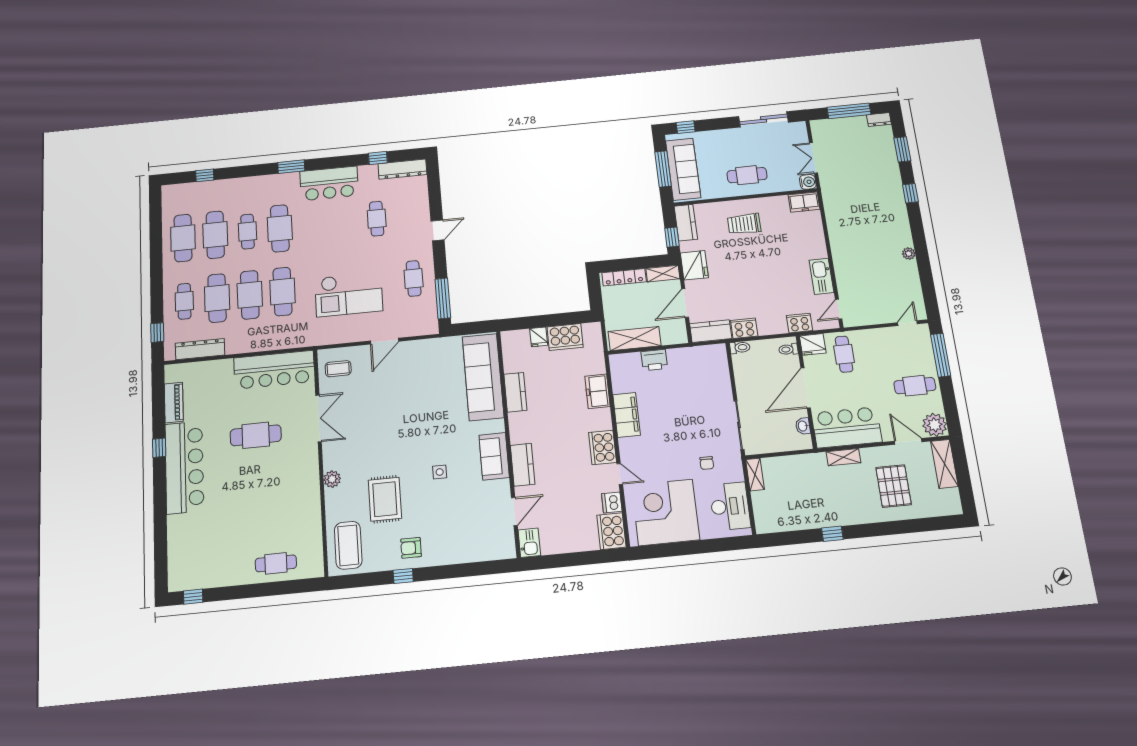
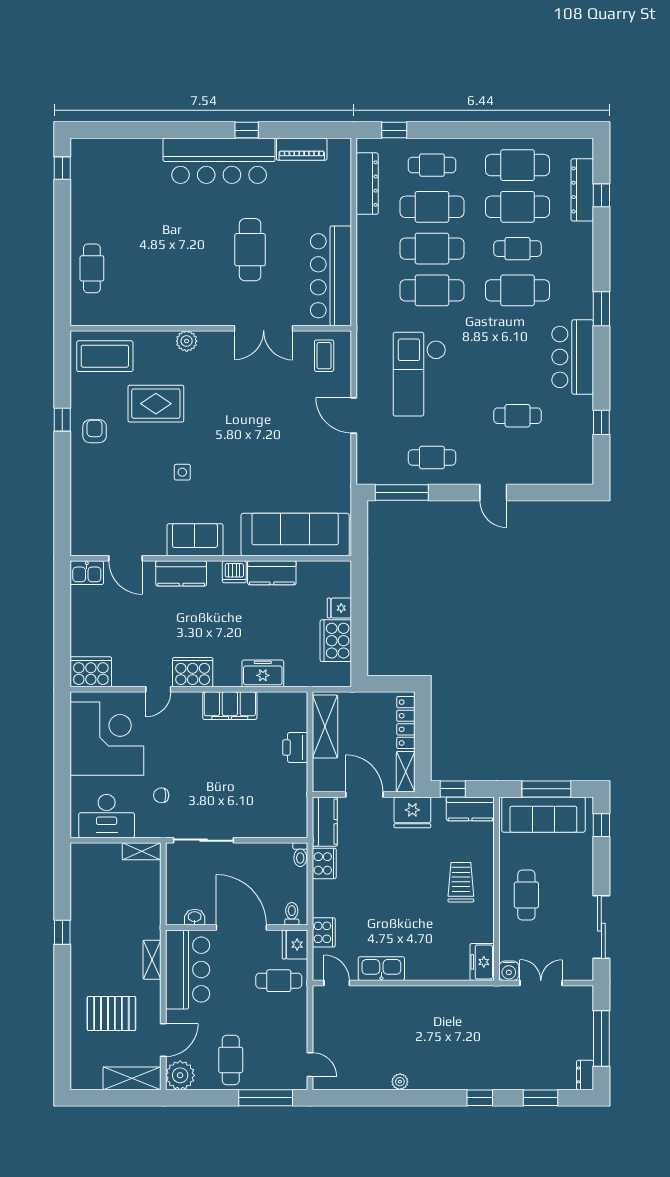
dresser: (402, 169) -> (582, 190), moved
dishwasher: (612, 502) -> (234, 572), moved, turned 180

